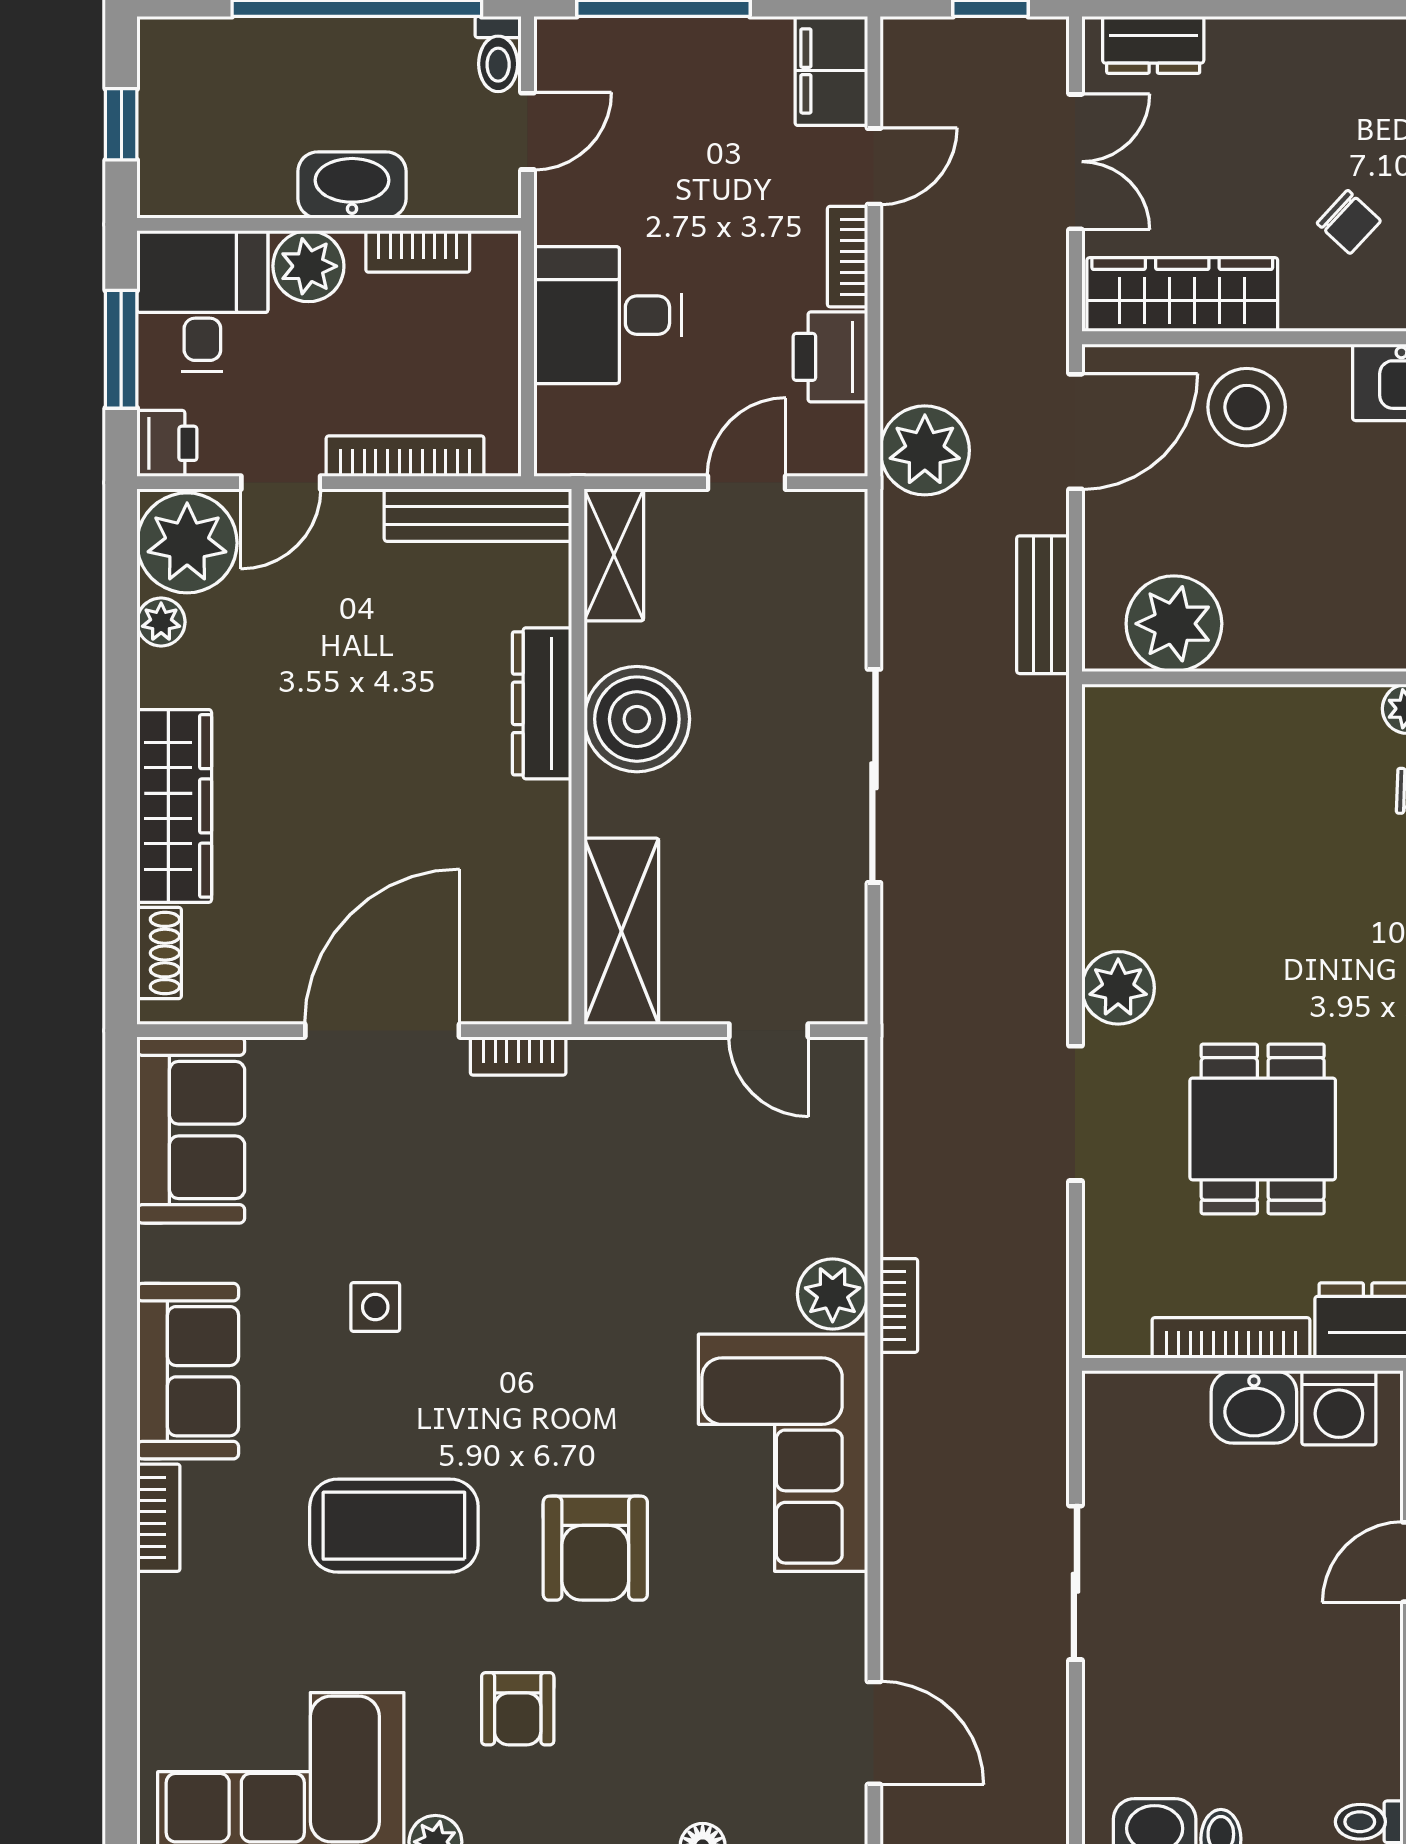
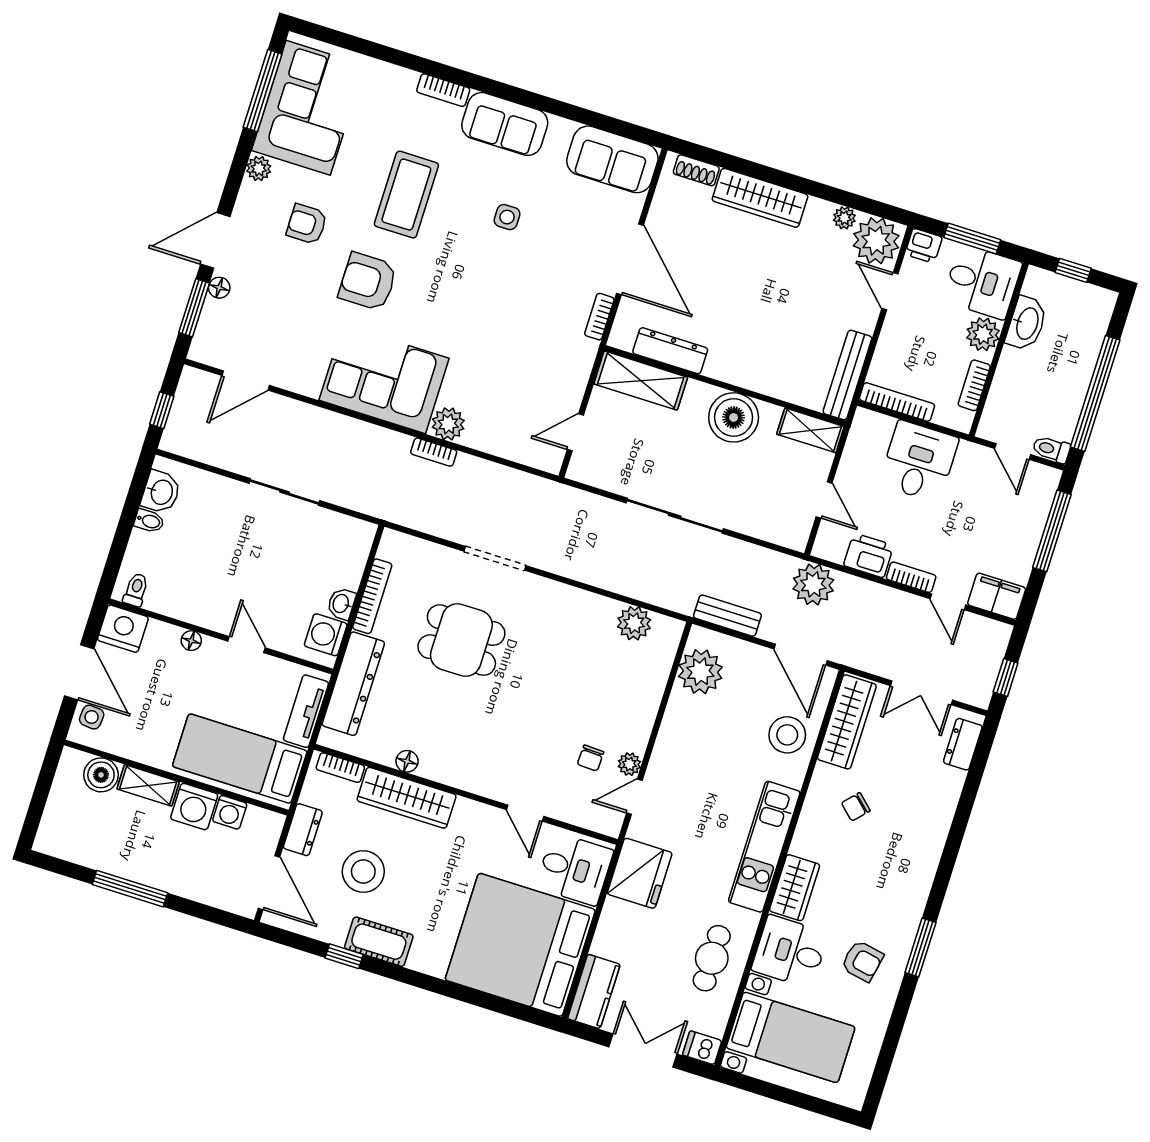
washbasin: (352, 185) -> (1026, 323), moved
bookcase: (405, 456) -> (897, 402), moved, turned -90
dresser: (542, 703) -> (670, 351), moved
plant: (1118, 988) -> (634, 623), moved
washbasin: (1254, 1407) -> (341, 604), width x0.72, depth x0.69

